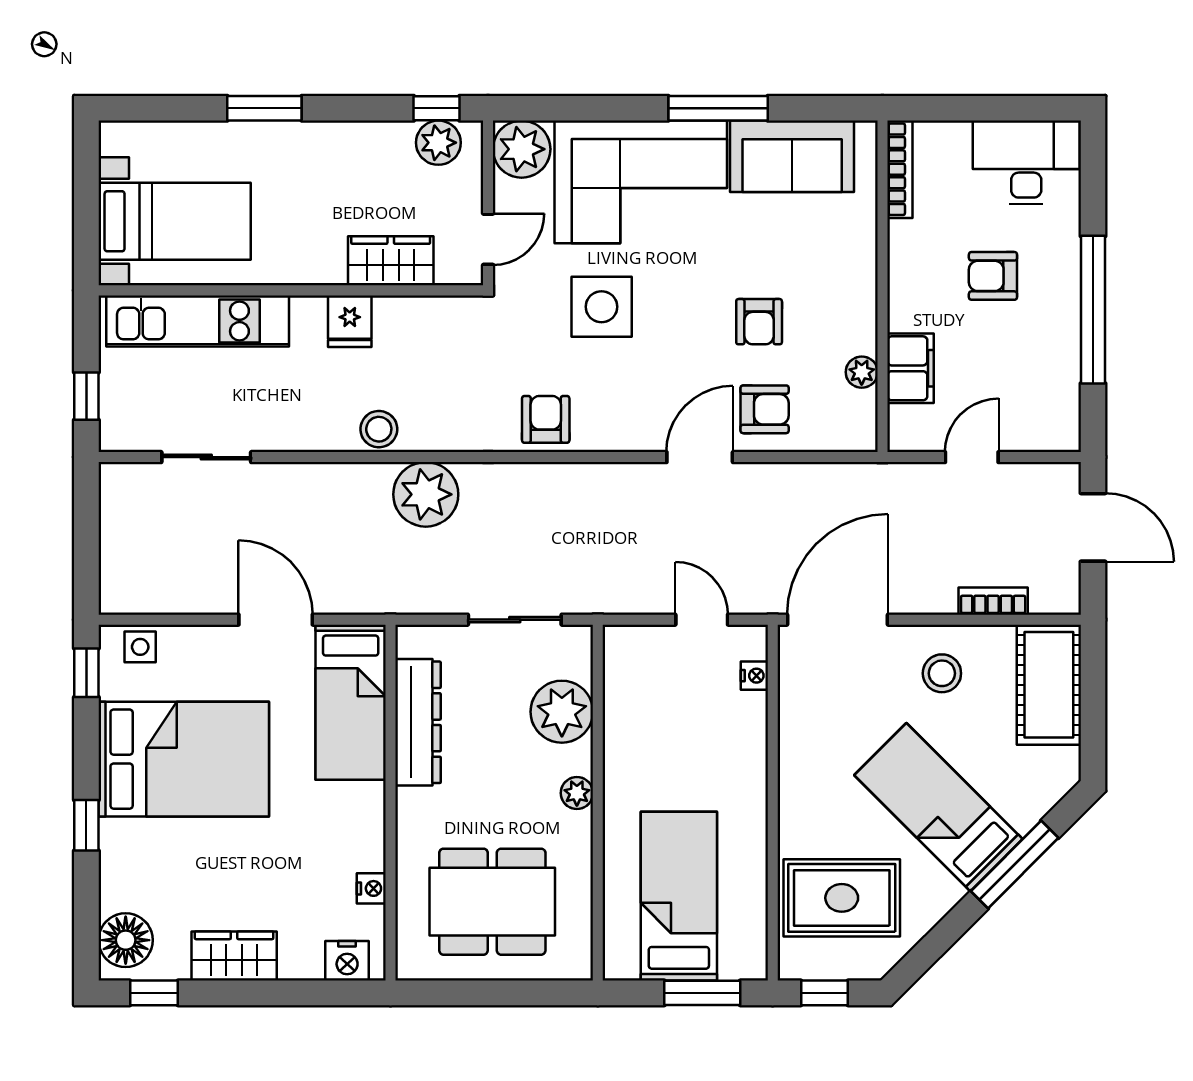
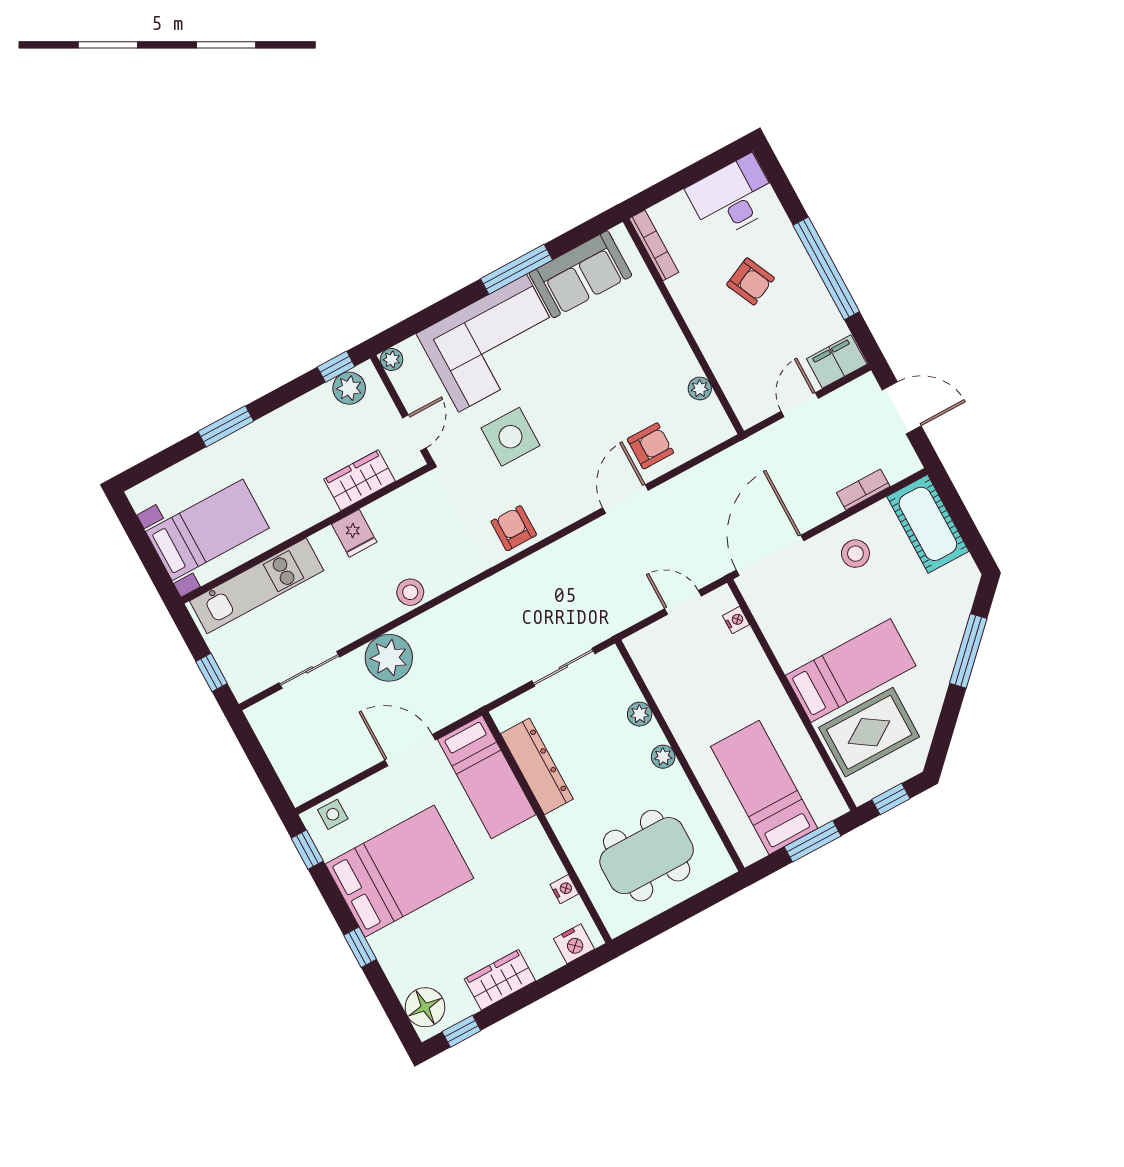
plant: (522, 149) -> (391, 359), width x0.53, depth x0.53
armchair: (993, 276) -> (750, 281), turned -115
armchair: (759, 322) -> (617, 392), removed
filing cabinet: (911, 368) -> (837, 362), moved, turned -90
plant: (426, 494) -> (389, 658), moved
plant: (562, 712) -> (640, 714), width x0.53, depth x0.53
bed: (938, 807) -> (851, 671), moved, turned 135

